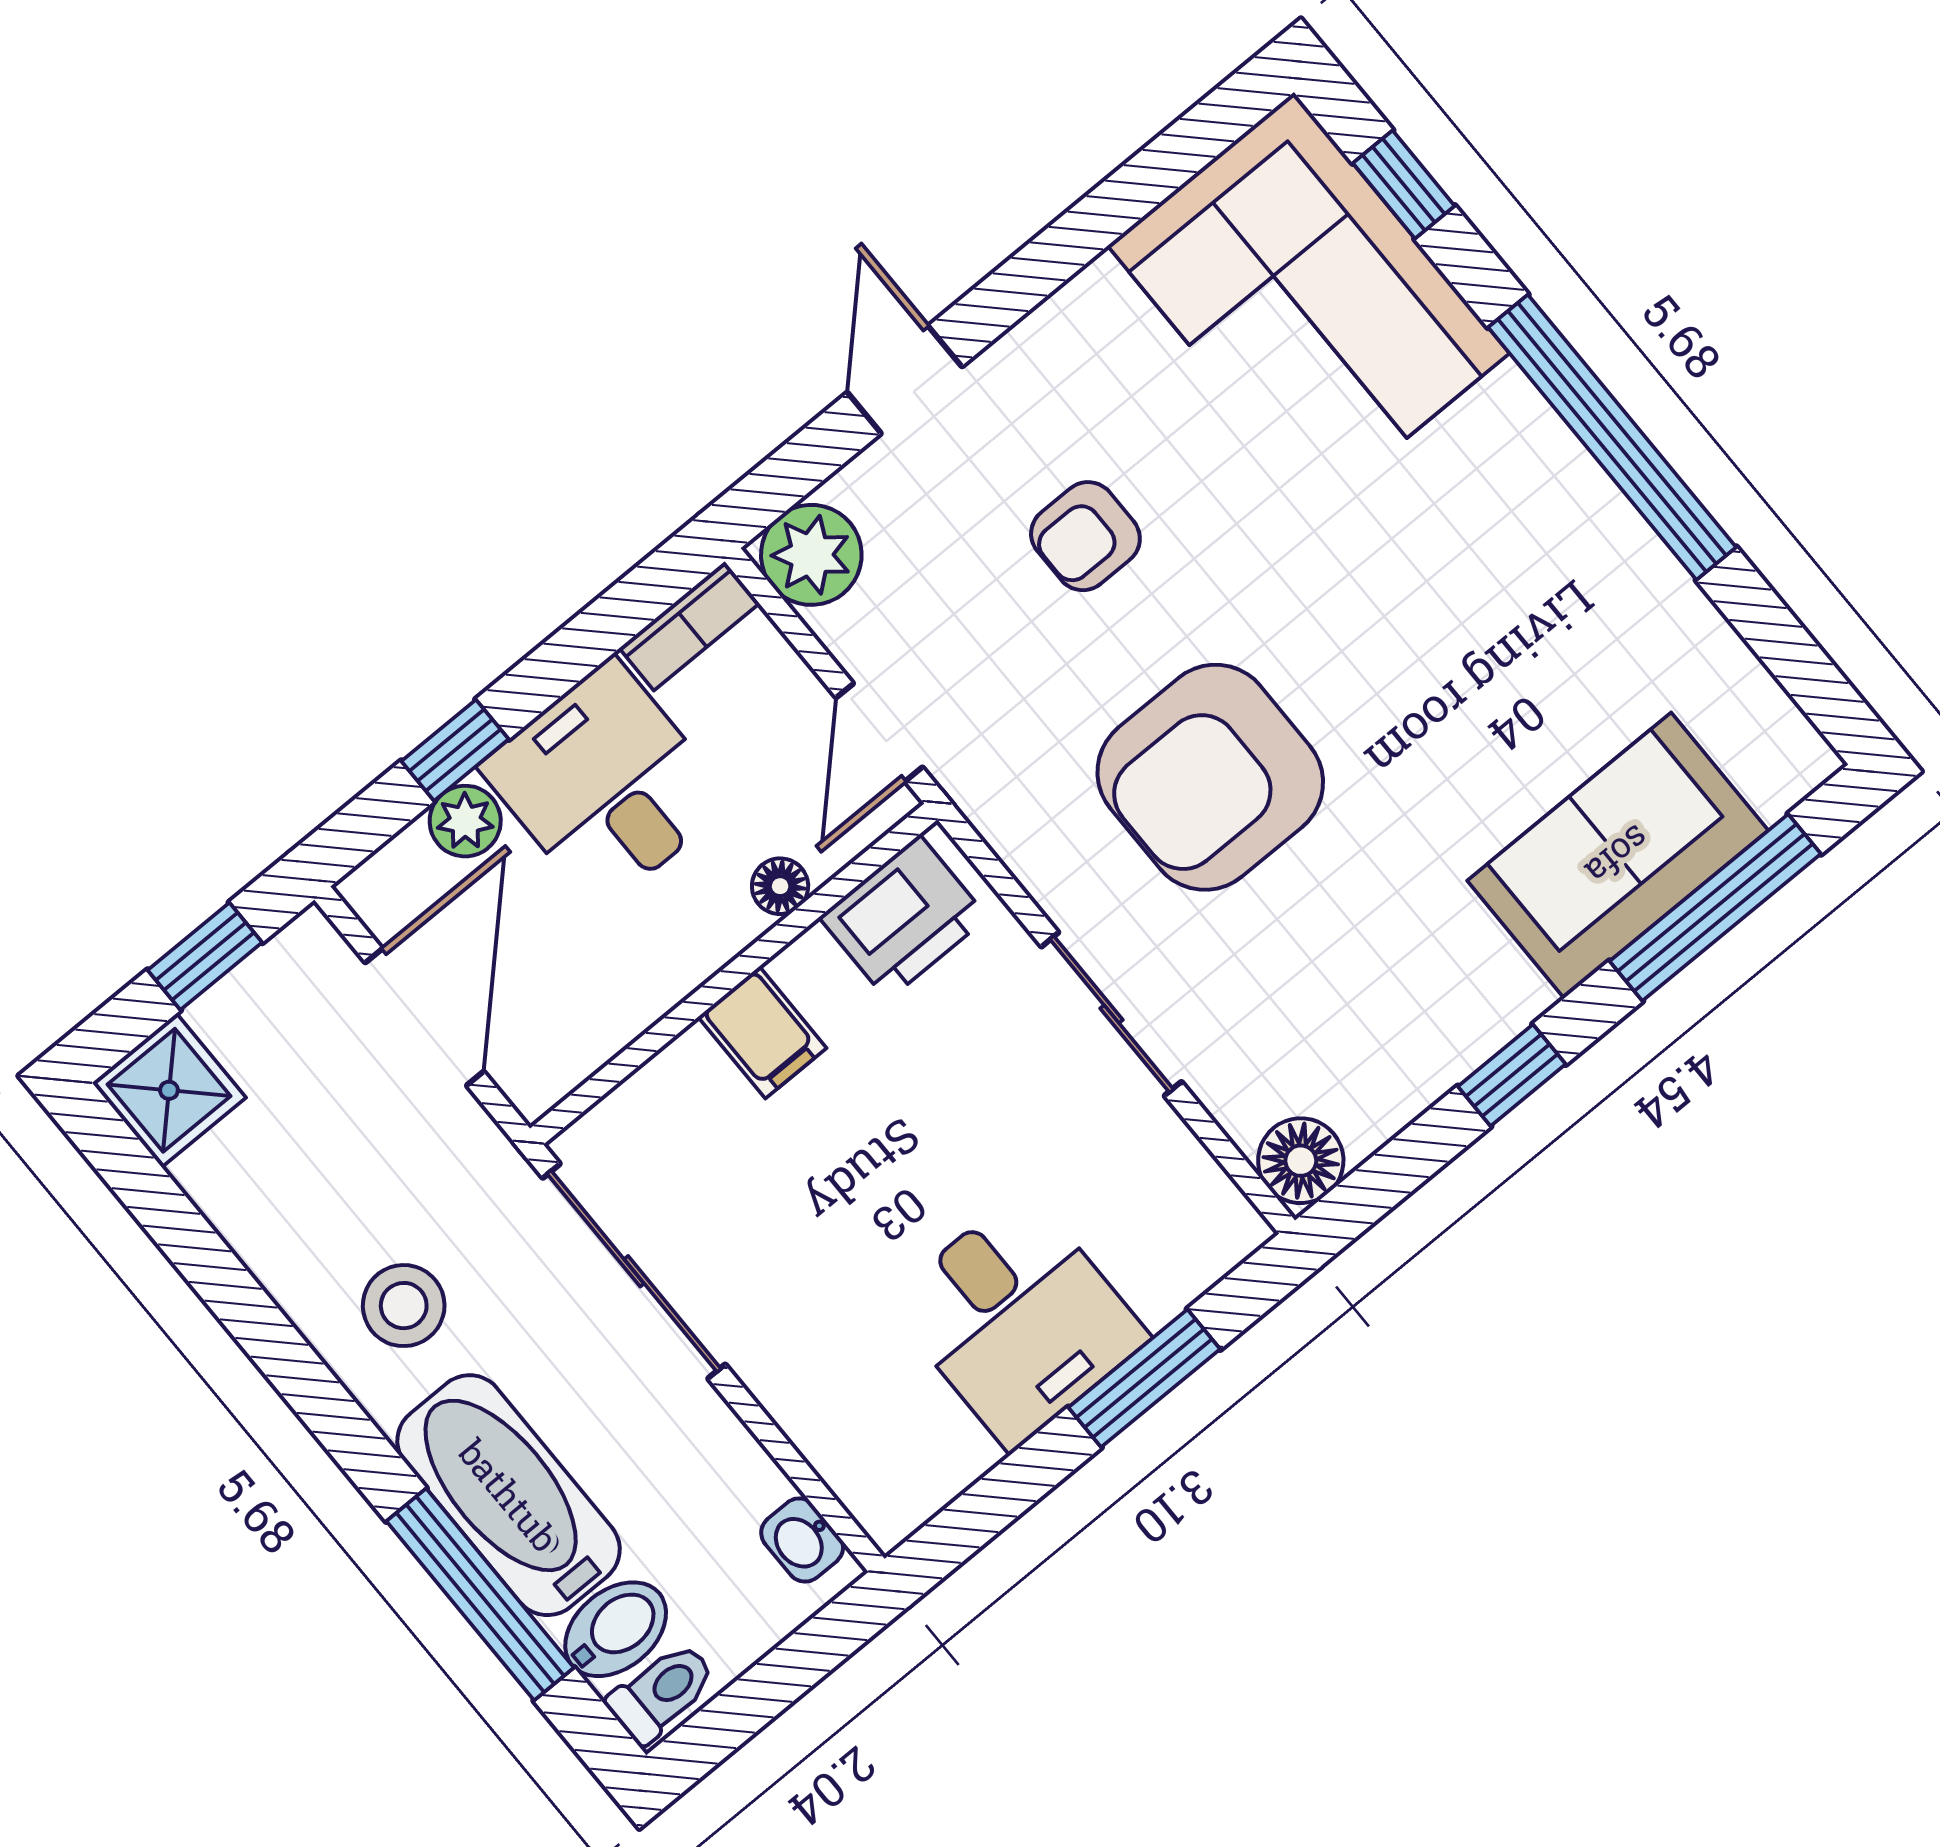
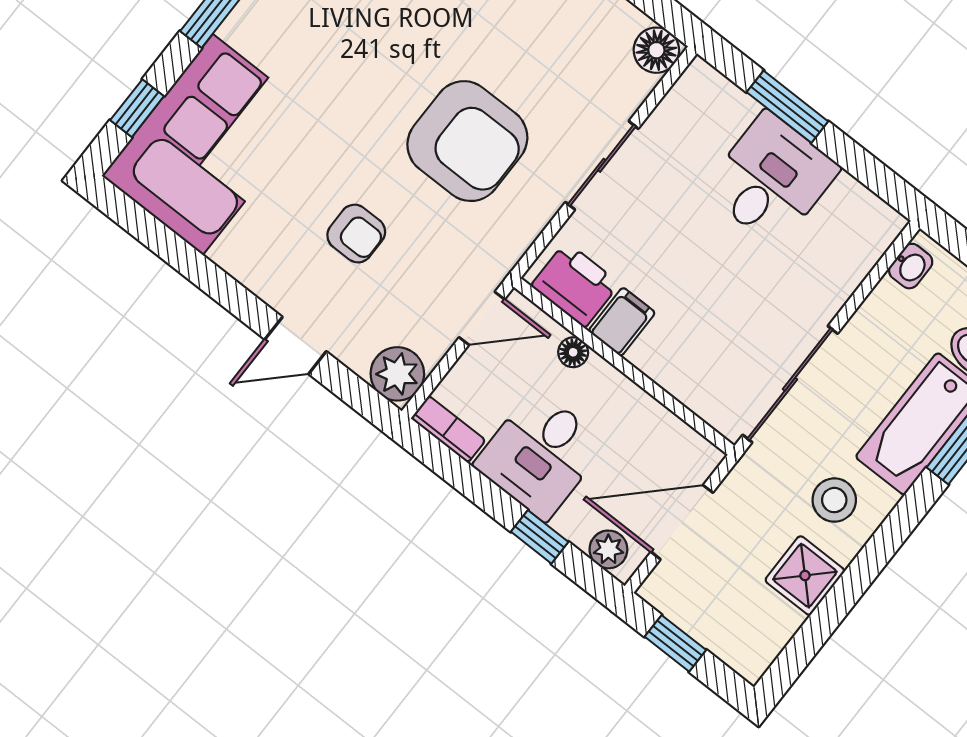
plant: (465, 821) -> (608, 549), moved
filing cabinet: (762, 1032) -> (622, 322), moved
shower: (169, 1090) -> (805, 576), moved

